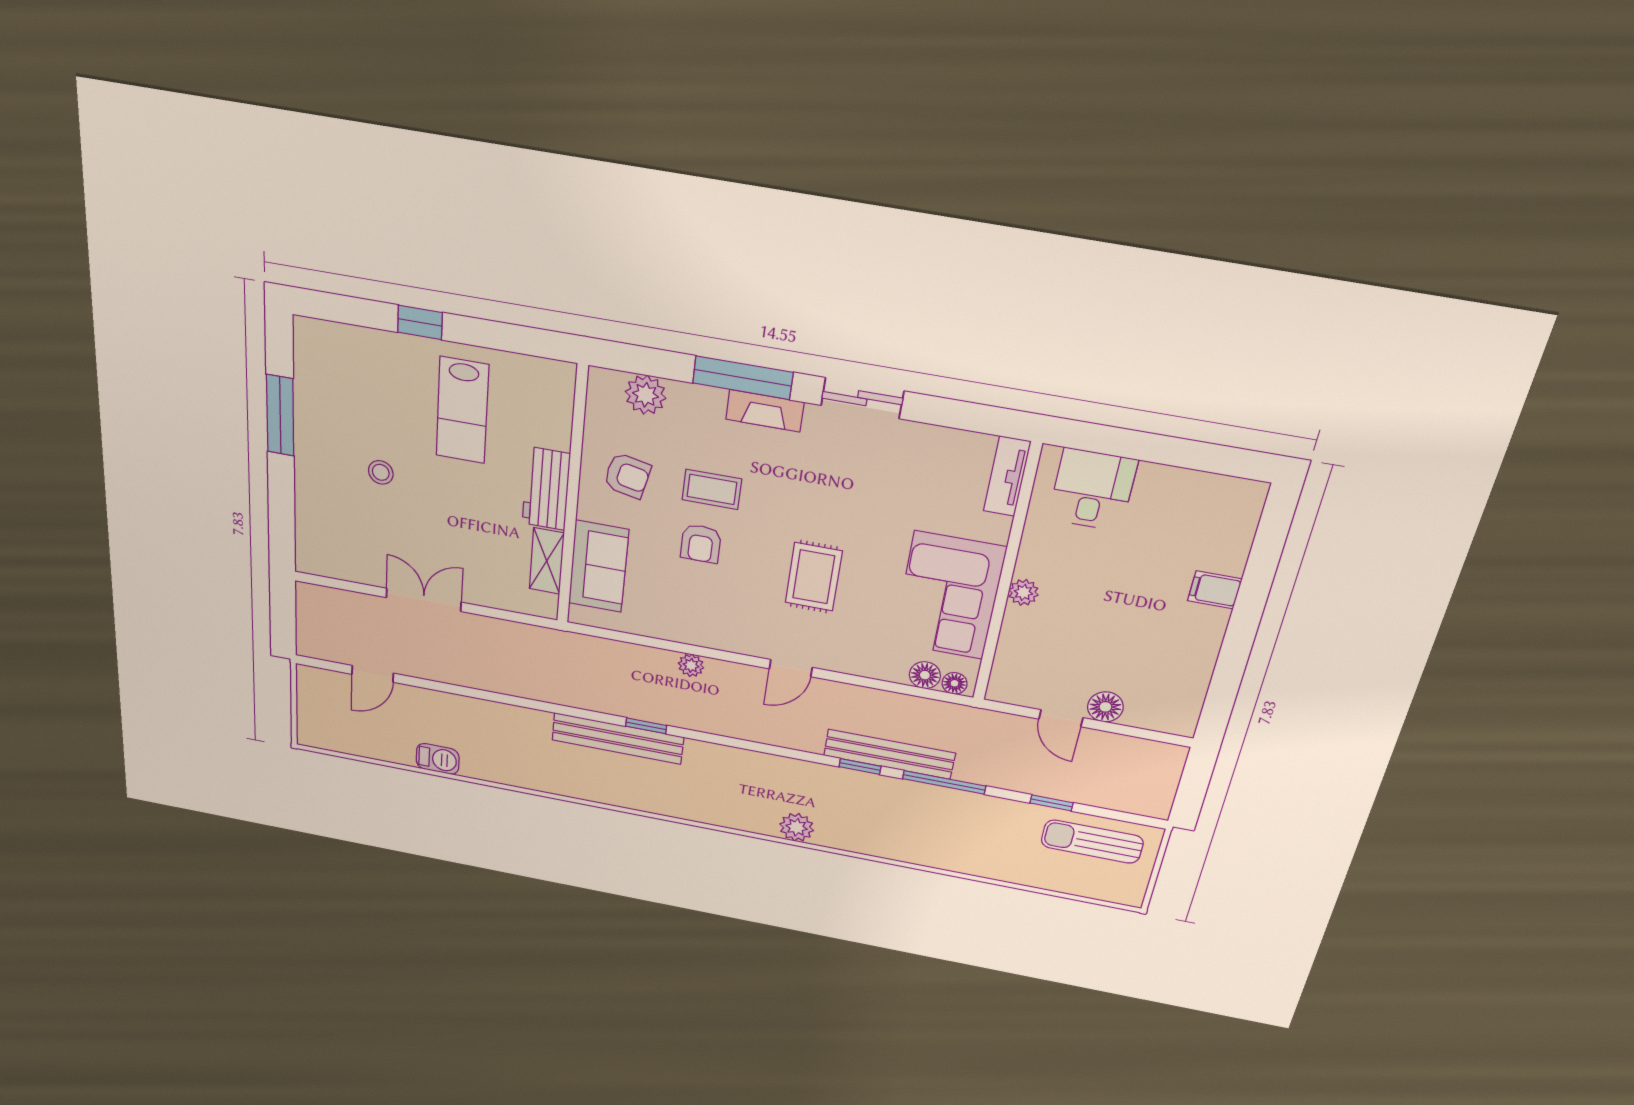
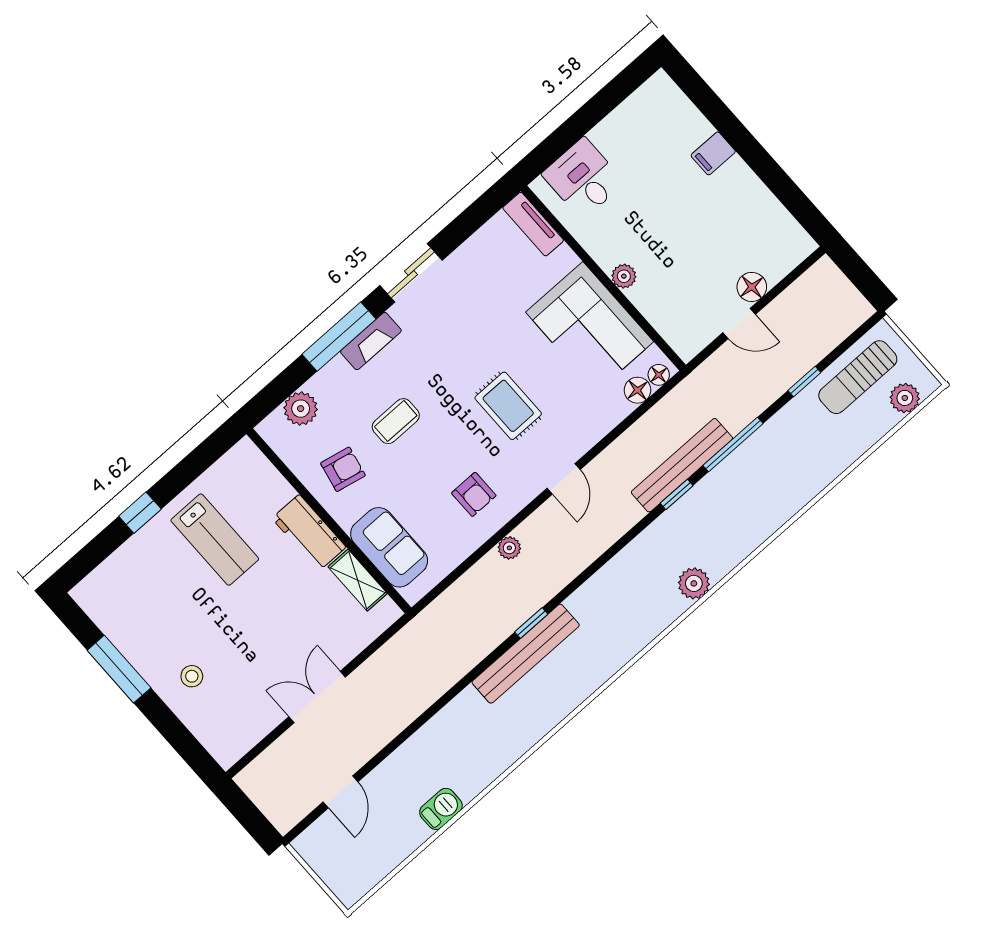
stool: (381, 472) -> (192, 676), moved
armchair: (701, 544) -> (474, 494), moved
plant: (1104, 888) -> (905, 398), added

